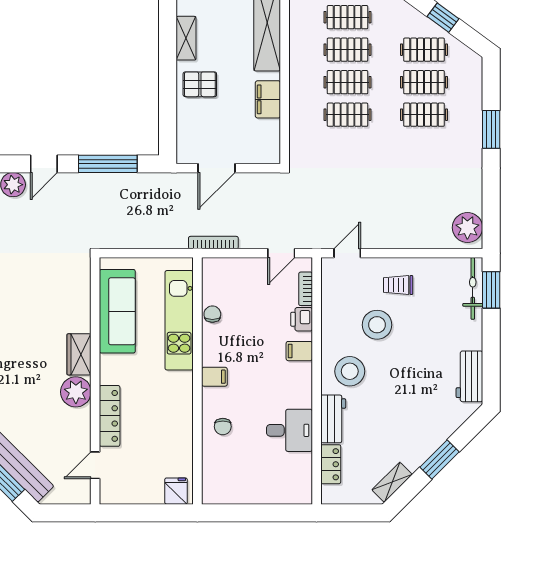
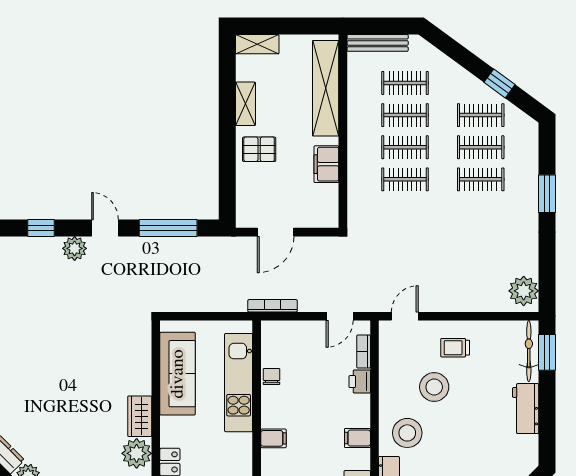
door: (44, 164) -> (105, 228), swing flipped
filing cabinet: (299, 351) -> (357, 438), moved
workbench: (469, 376) -> (526, 409), moved

